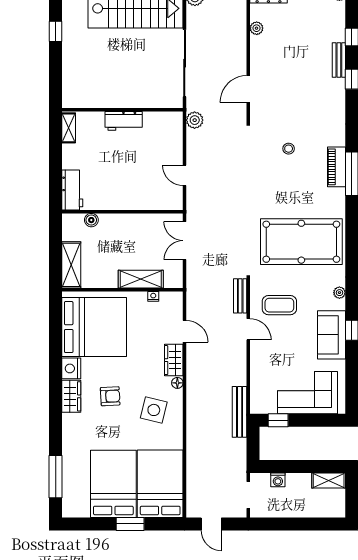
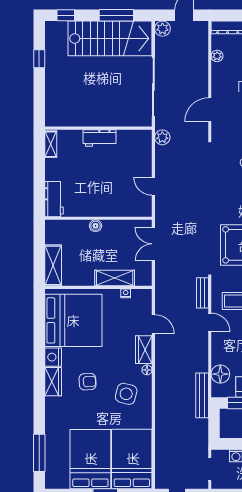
boiler: (91, 220) -> (95, 226), moved
floor lamp: (260, 388) -> (220, 374), added

